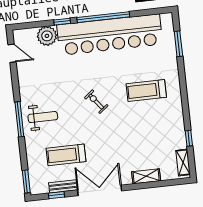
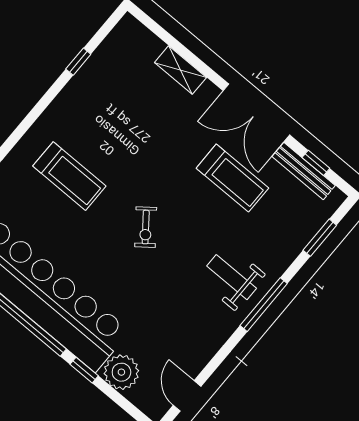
treadmill: (66, 155) -> (232, 178), moved
shelving: (183, 162) -> (117, 39), removed
window: (26, 181) -> (320, 238), moved
bench: (63, 186) -> (304, 171), width x1.36

